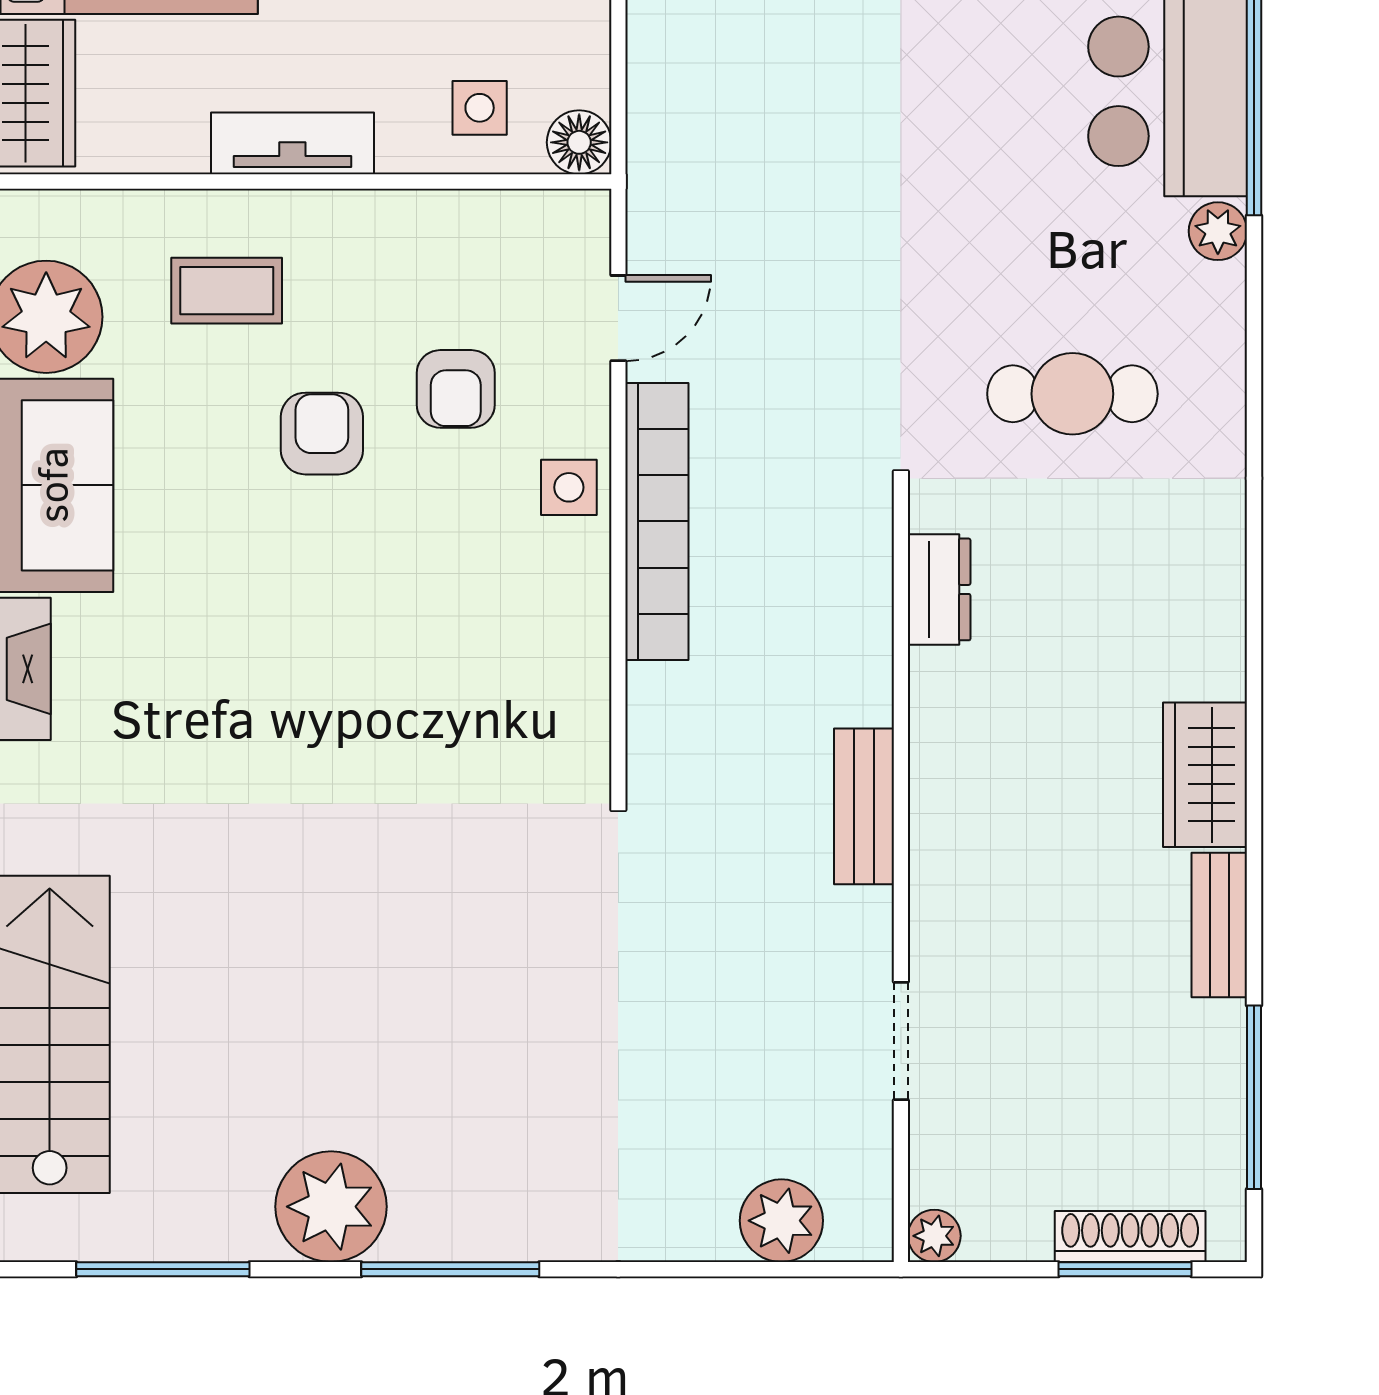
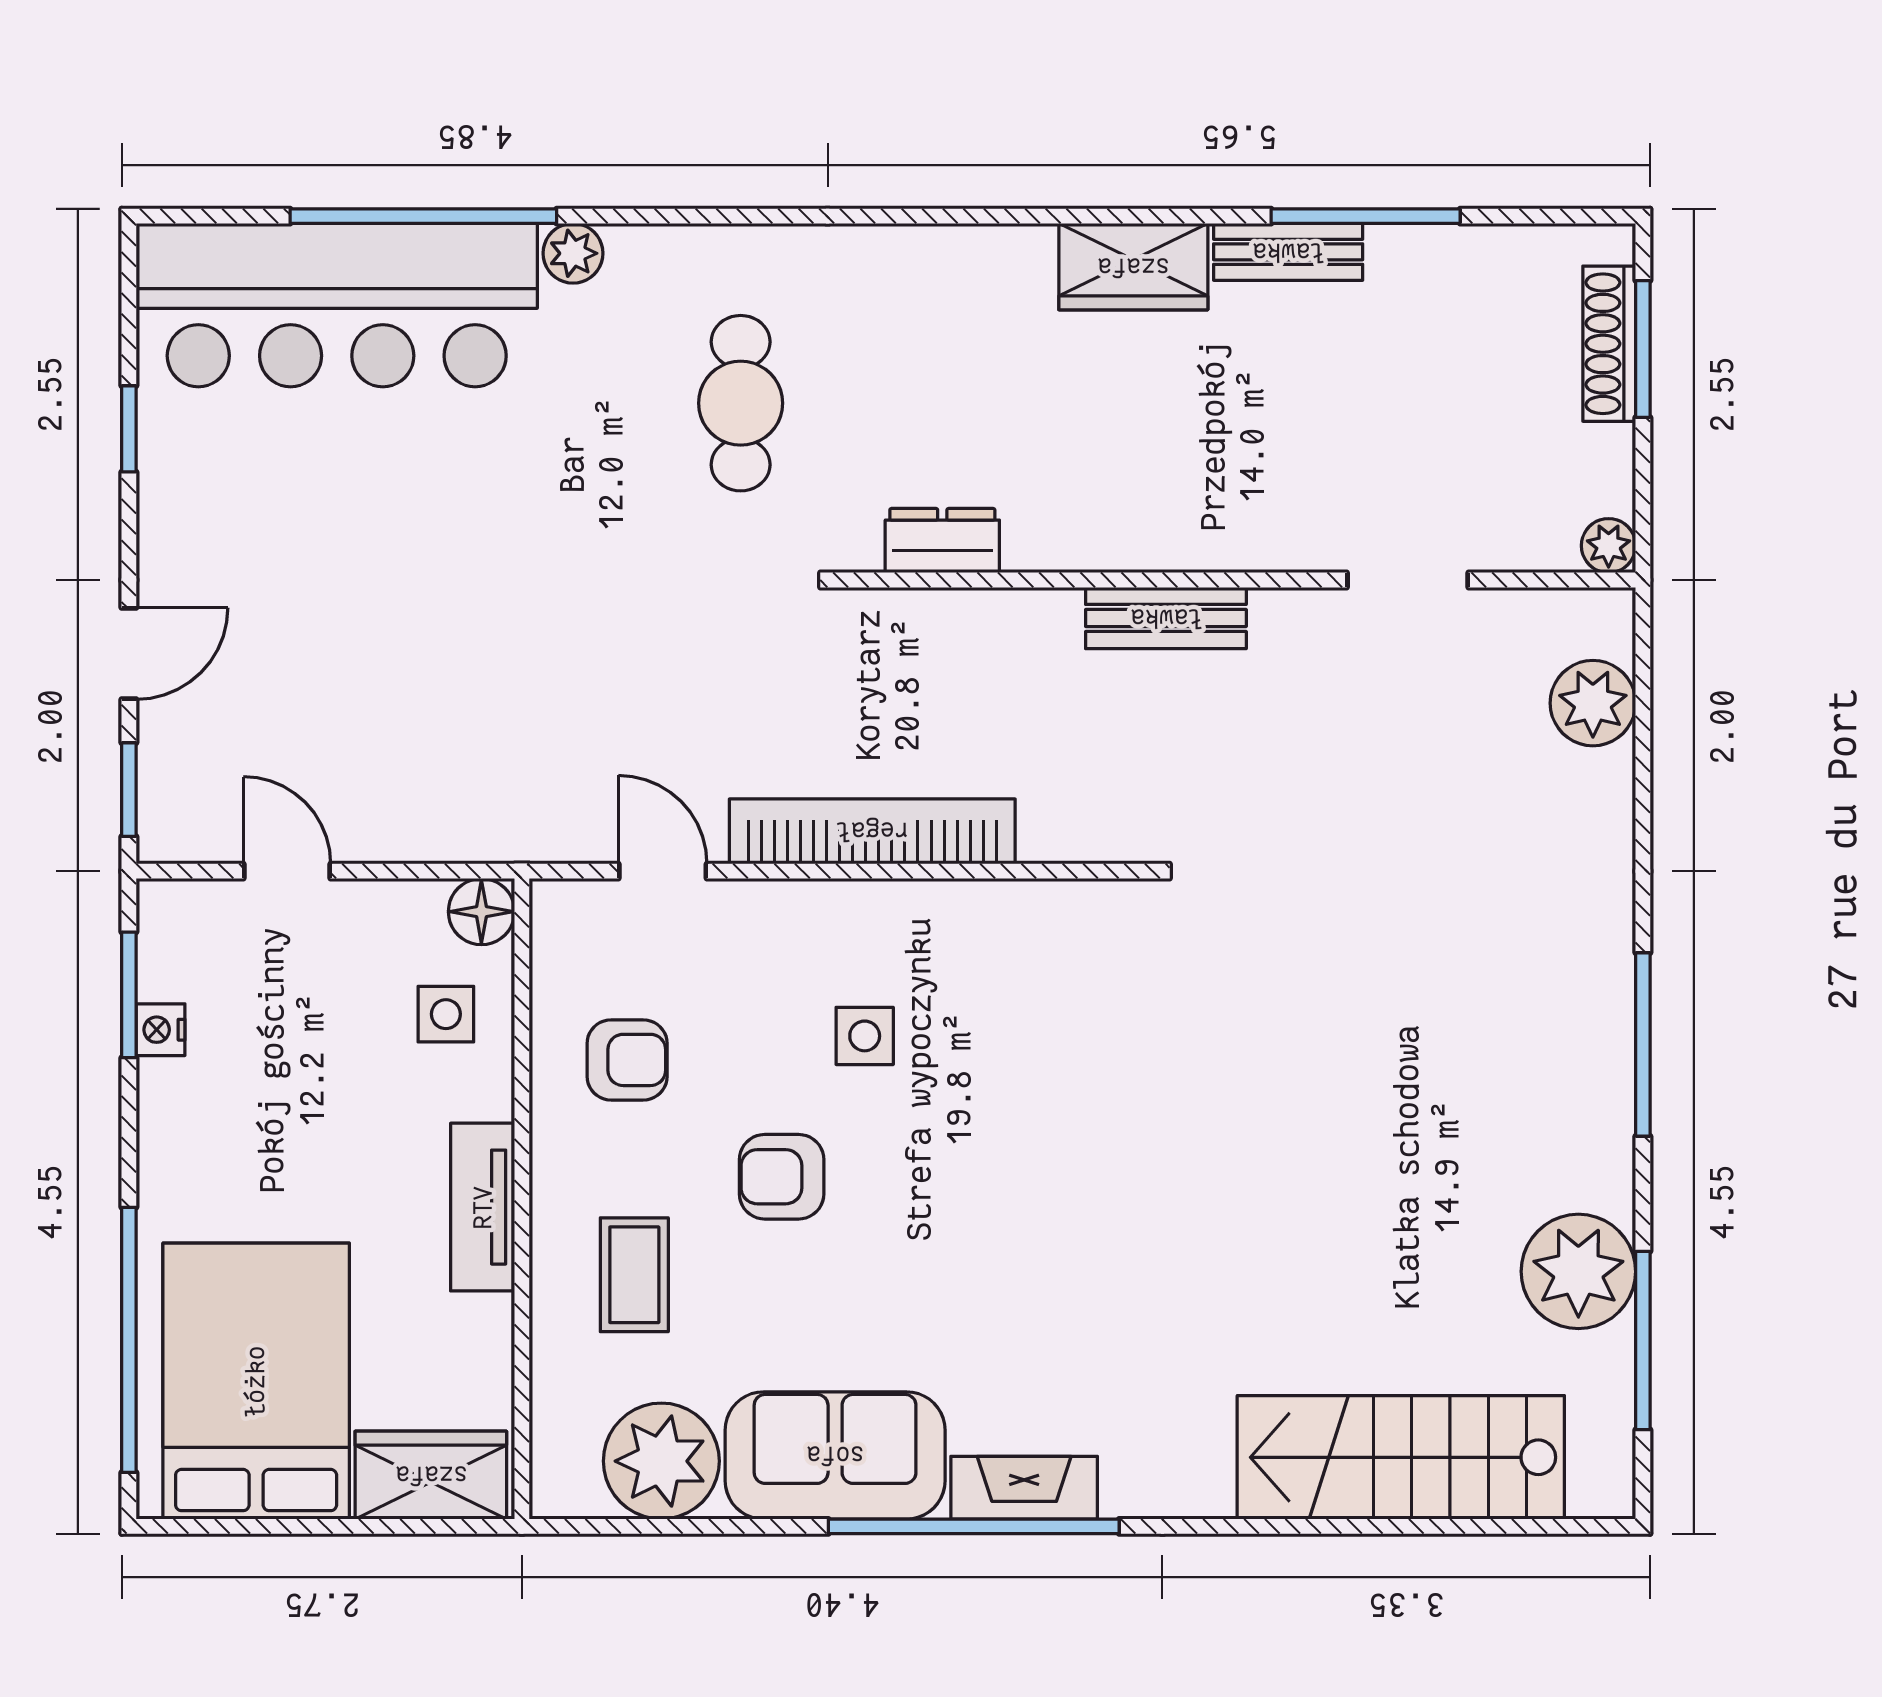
armchair: (456, 389) -> (627, 1060), moved
side table: (569, 487) -> (865, 1036), moved
window: (1254, 1097) -> (1366, 216), moved
plant: (331, 1207) -> (1578, 1271), moved

